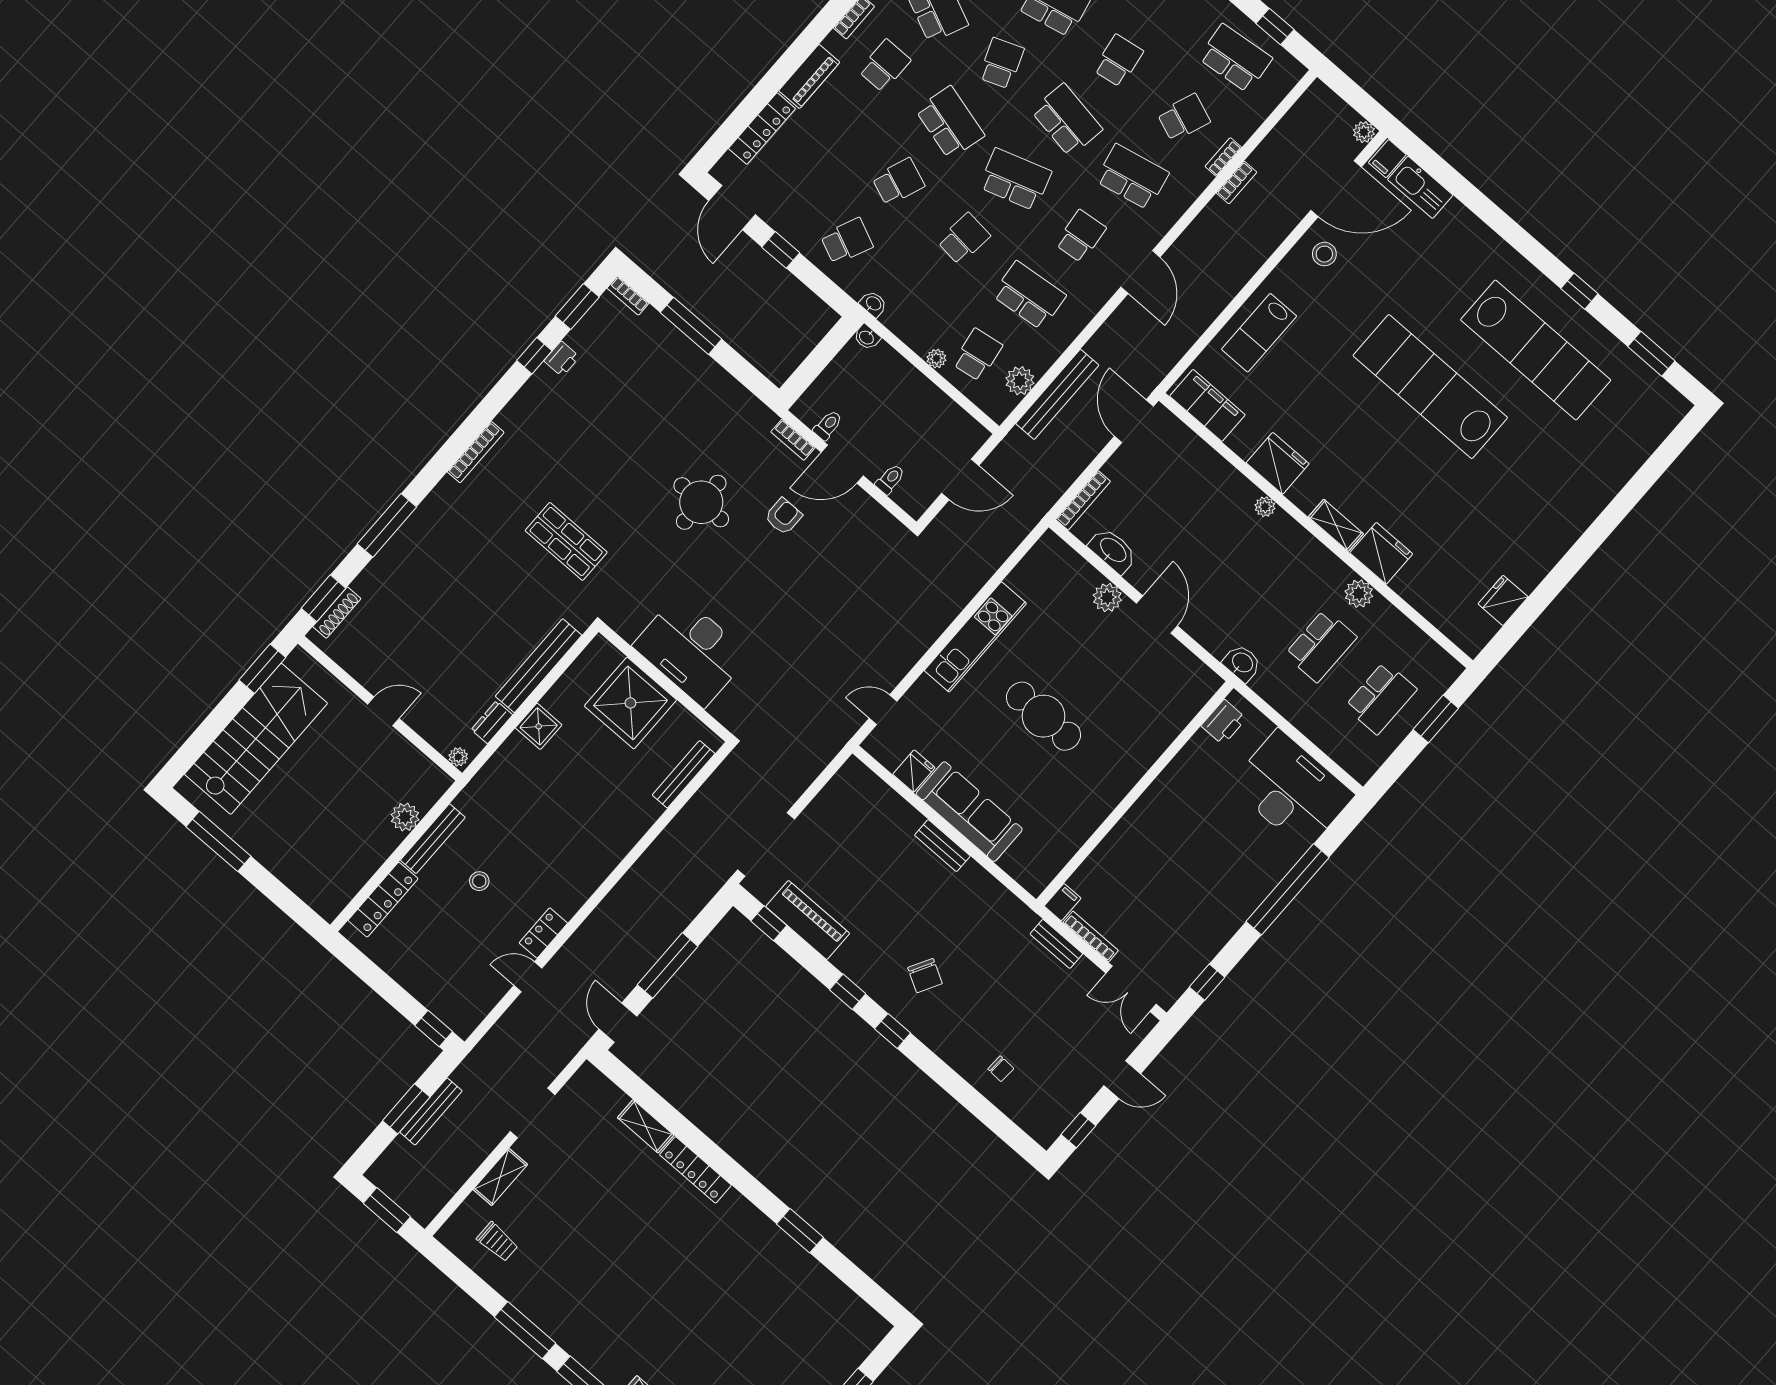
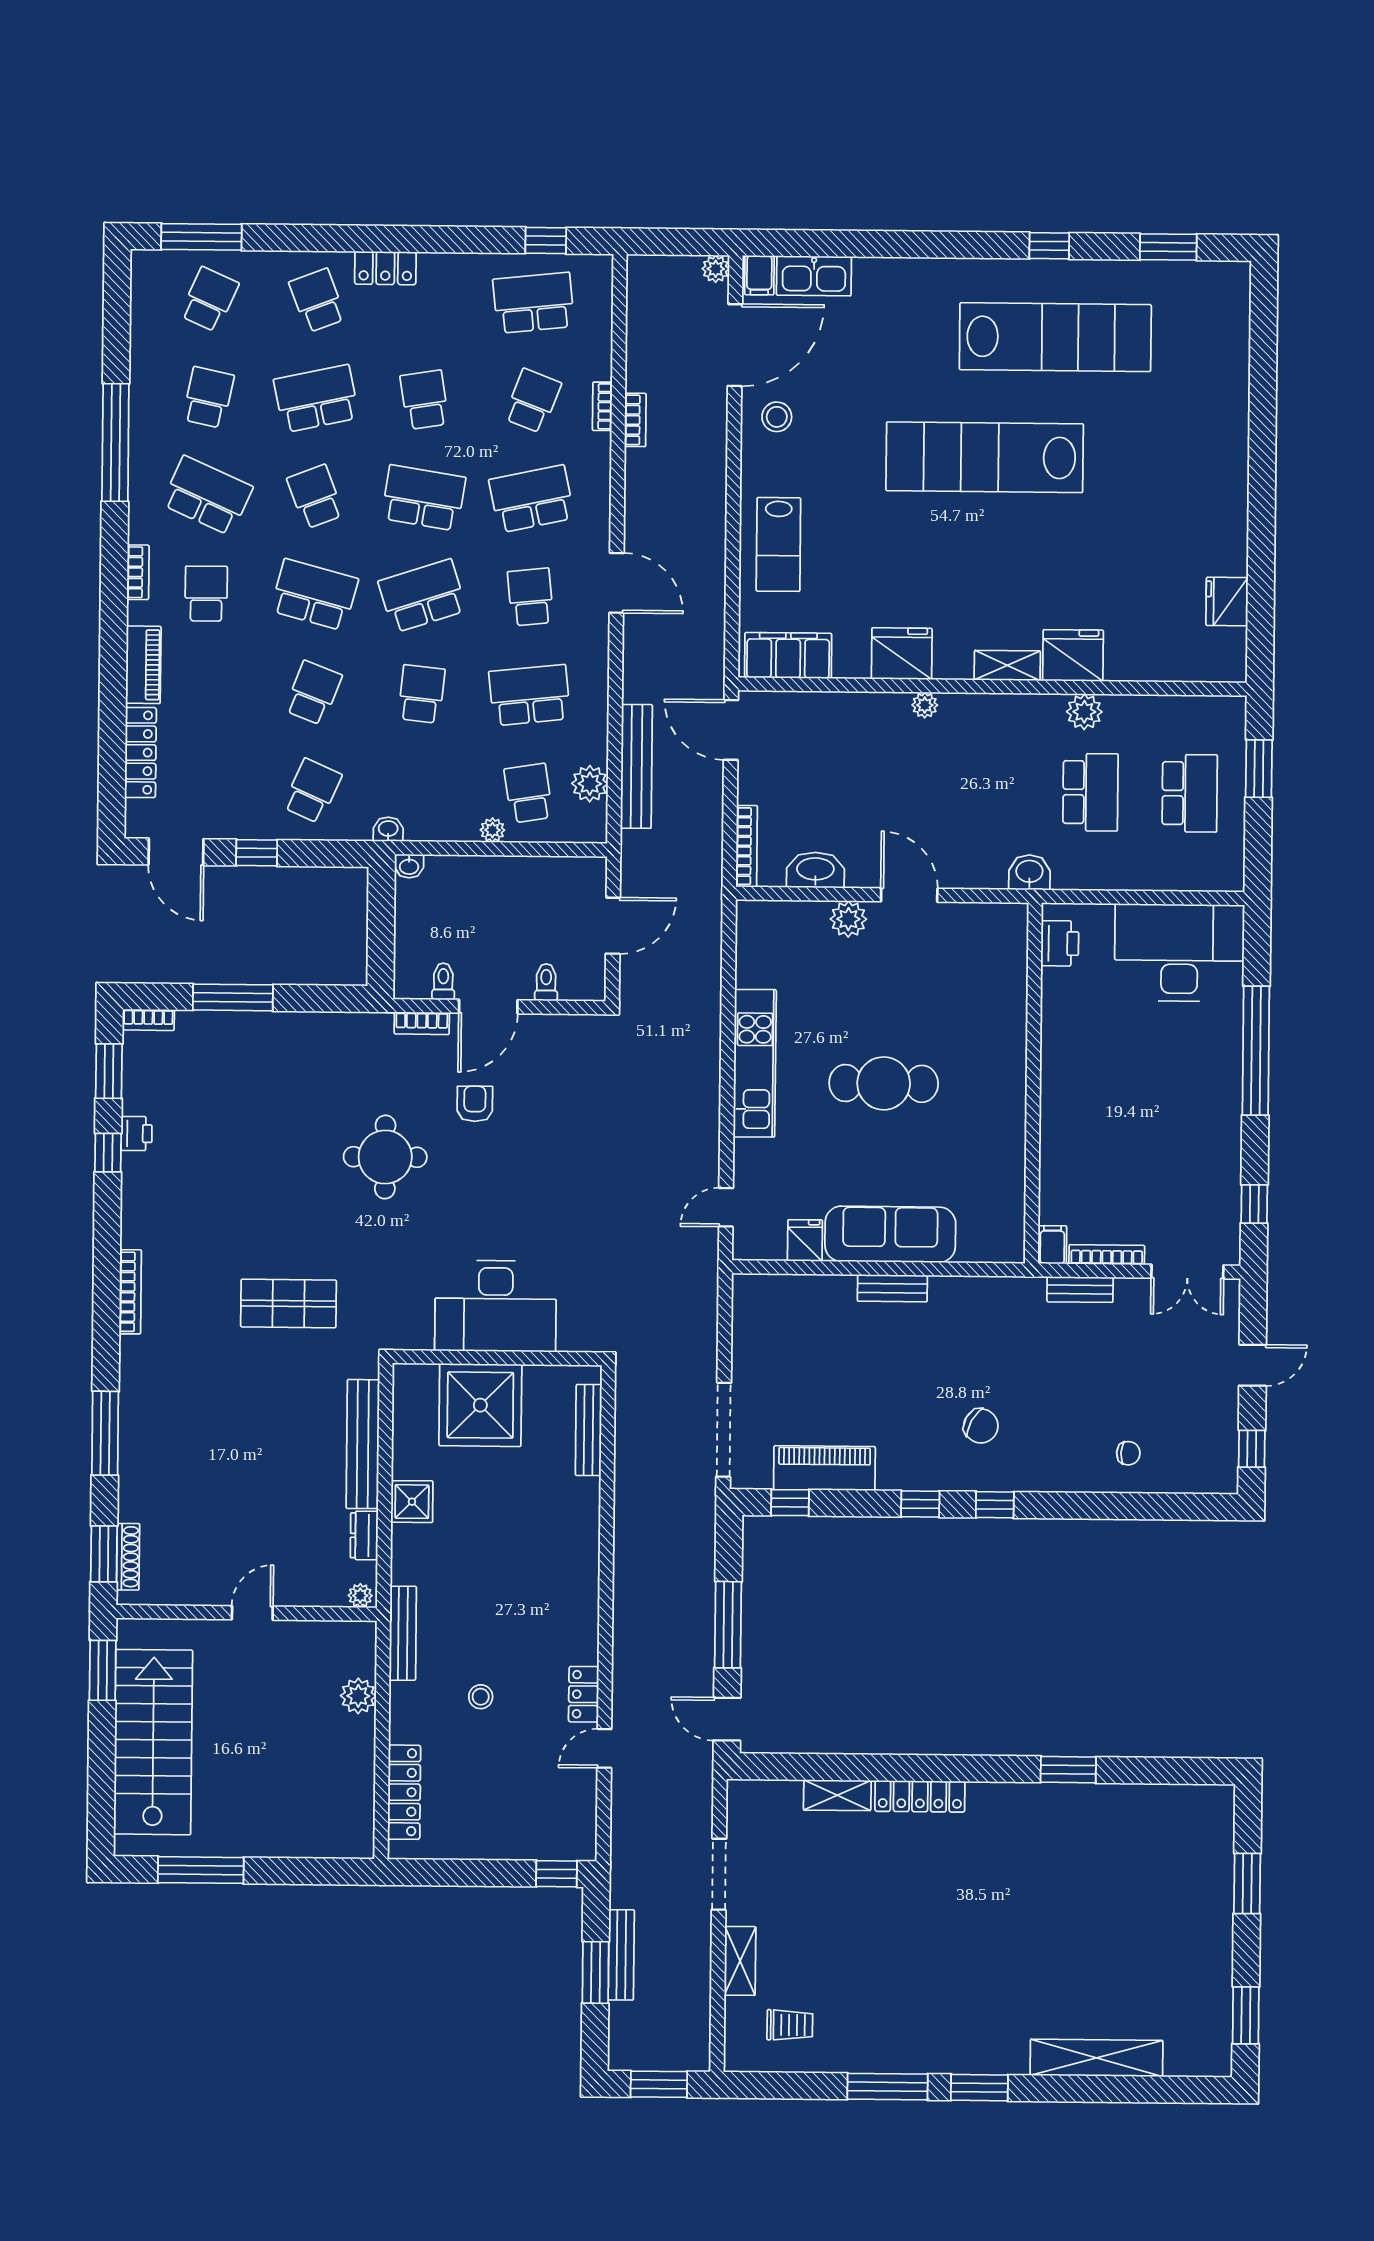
bench: (433, 839) -> (403, 1633), moved

